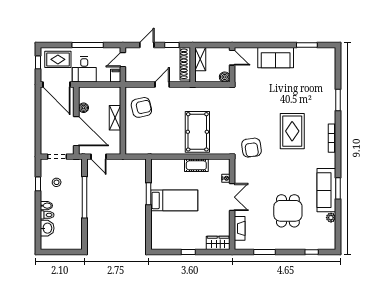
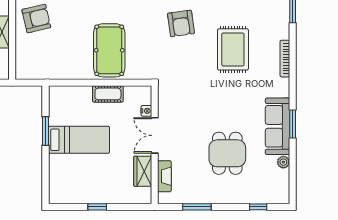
armchair: (251, 148) -> (181, 23), moved
double door: (232, 197) -> (155, 135), swing flipped
wardrobe: (218, 243) -> (143, 171), moved, turned -90

